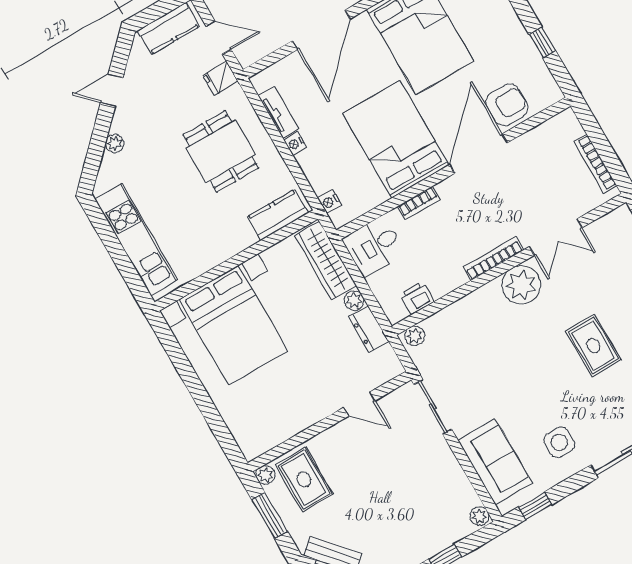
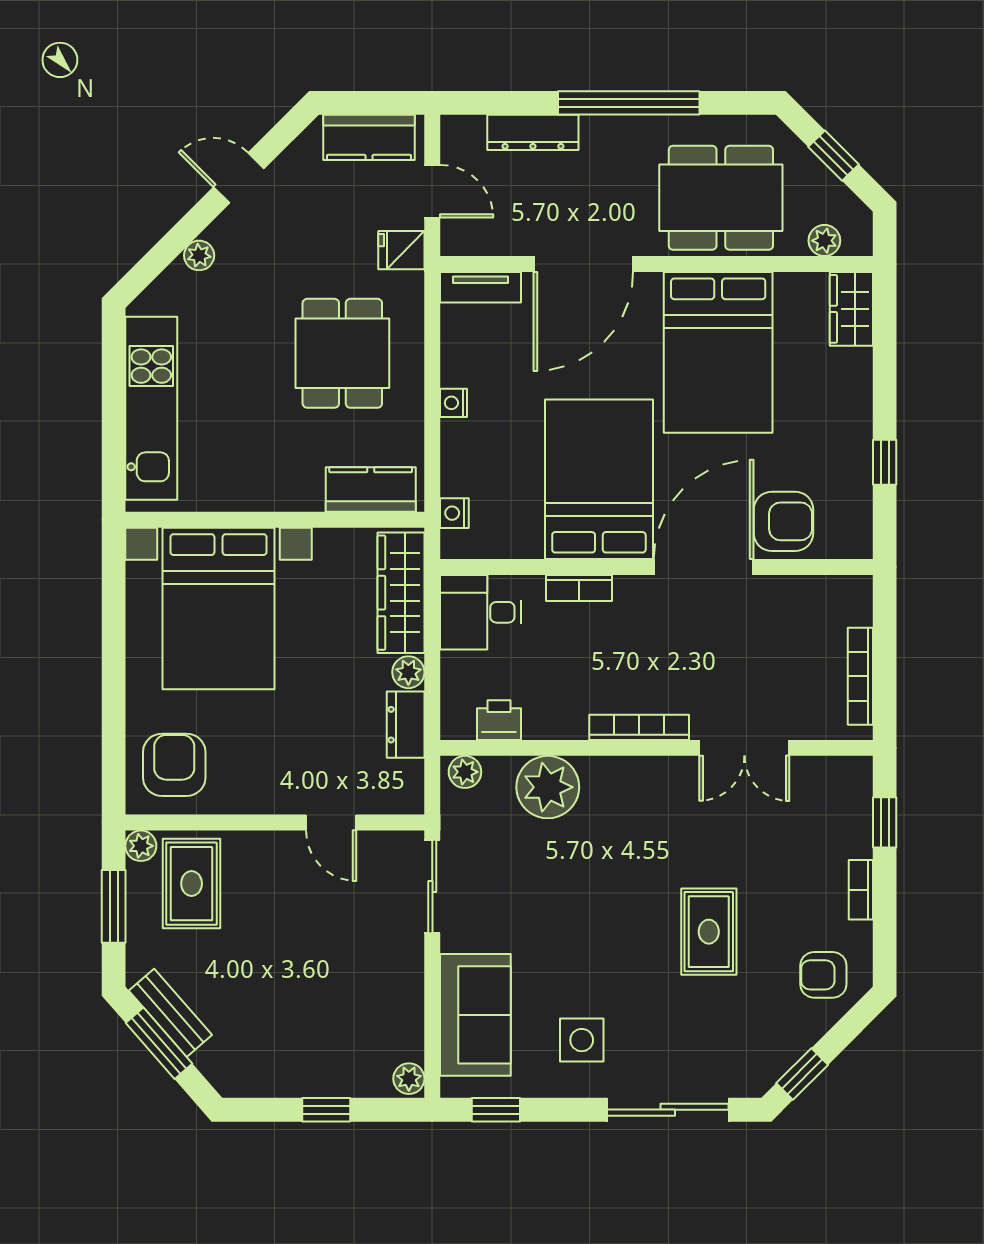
tv unit: (278, 112) -> (480, 287), moved, turned 90
plant: (521, 285) -> (548, 787), moved
armchair: (258, 422) -> (174, 765), added

